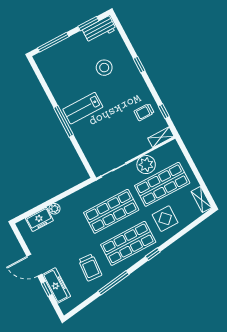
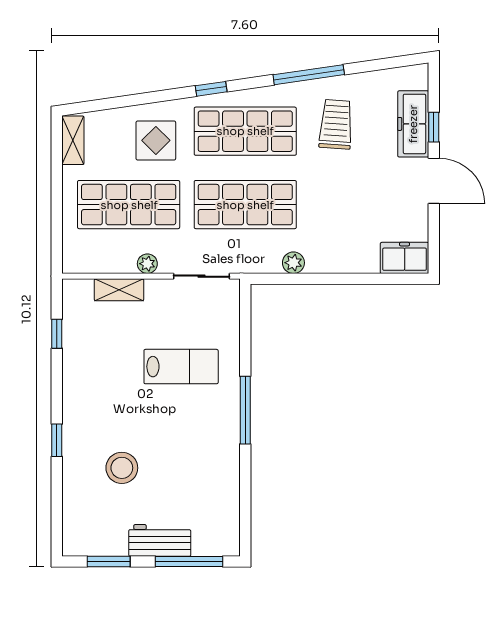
workbench: (99, 30) -> (160, 540), moved
lab bench: (83, 108) -> (181, 367), moved
trolley: (144, 112) -> (93, 351), removed
shelving: (161, 137) -> (119, 290), moved
plant: (146, 165) -> (147, 264), width x0.53, depth x0.53
plant: (55, 209) -> (293, 263), moved
freezer: (39, 219) -> (405, 258), moved

